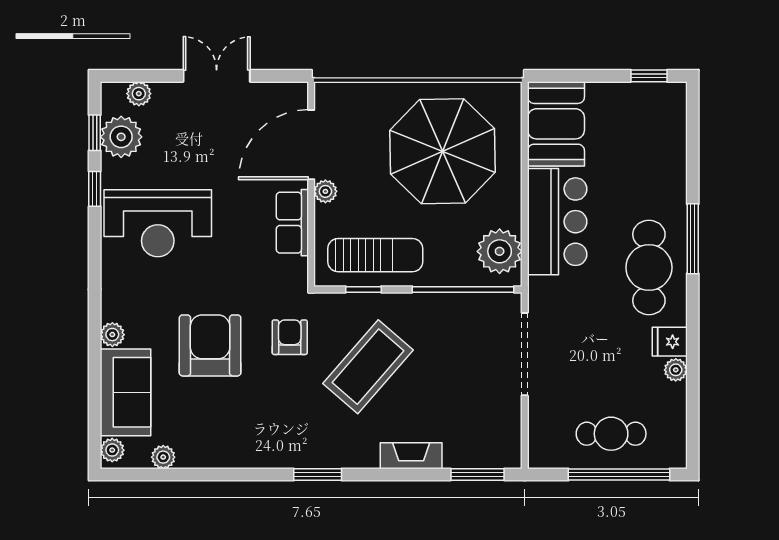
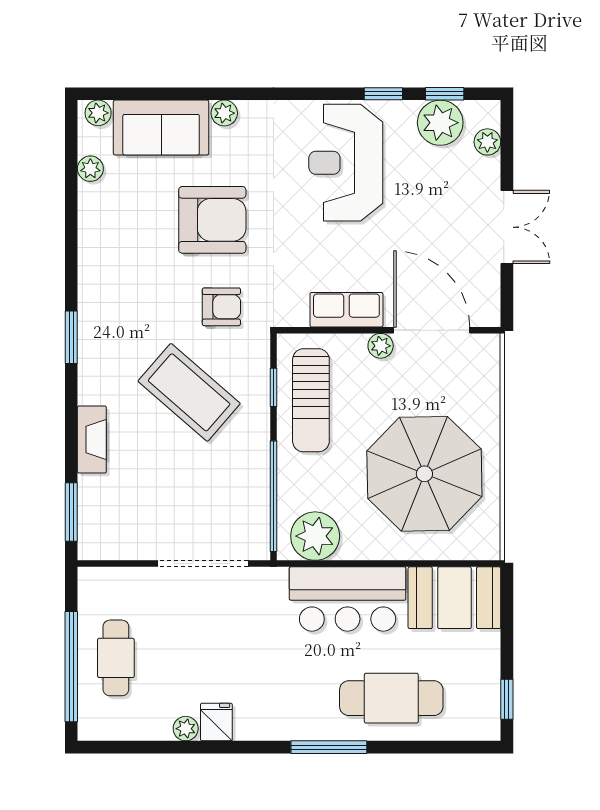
cafe table: (649, 268) -> (391, 698), moved

